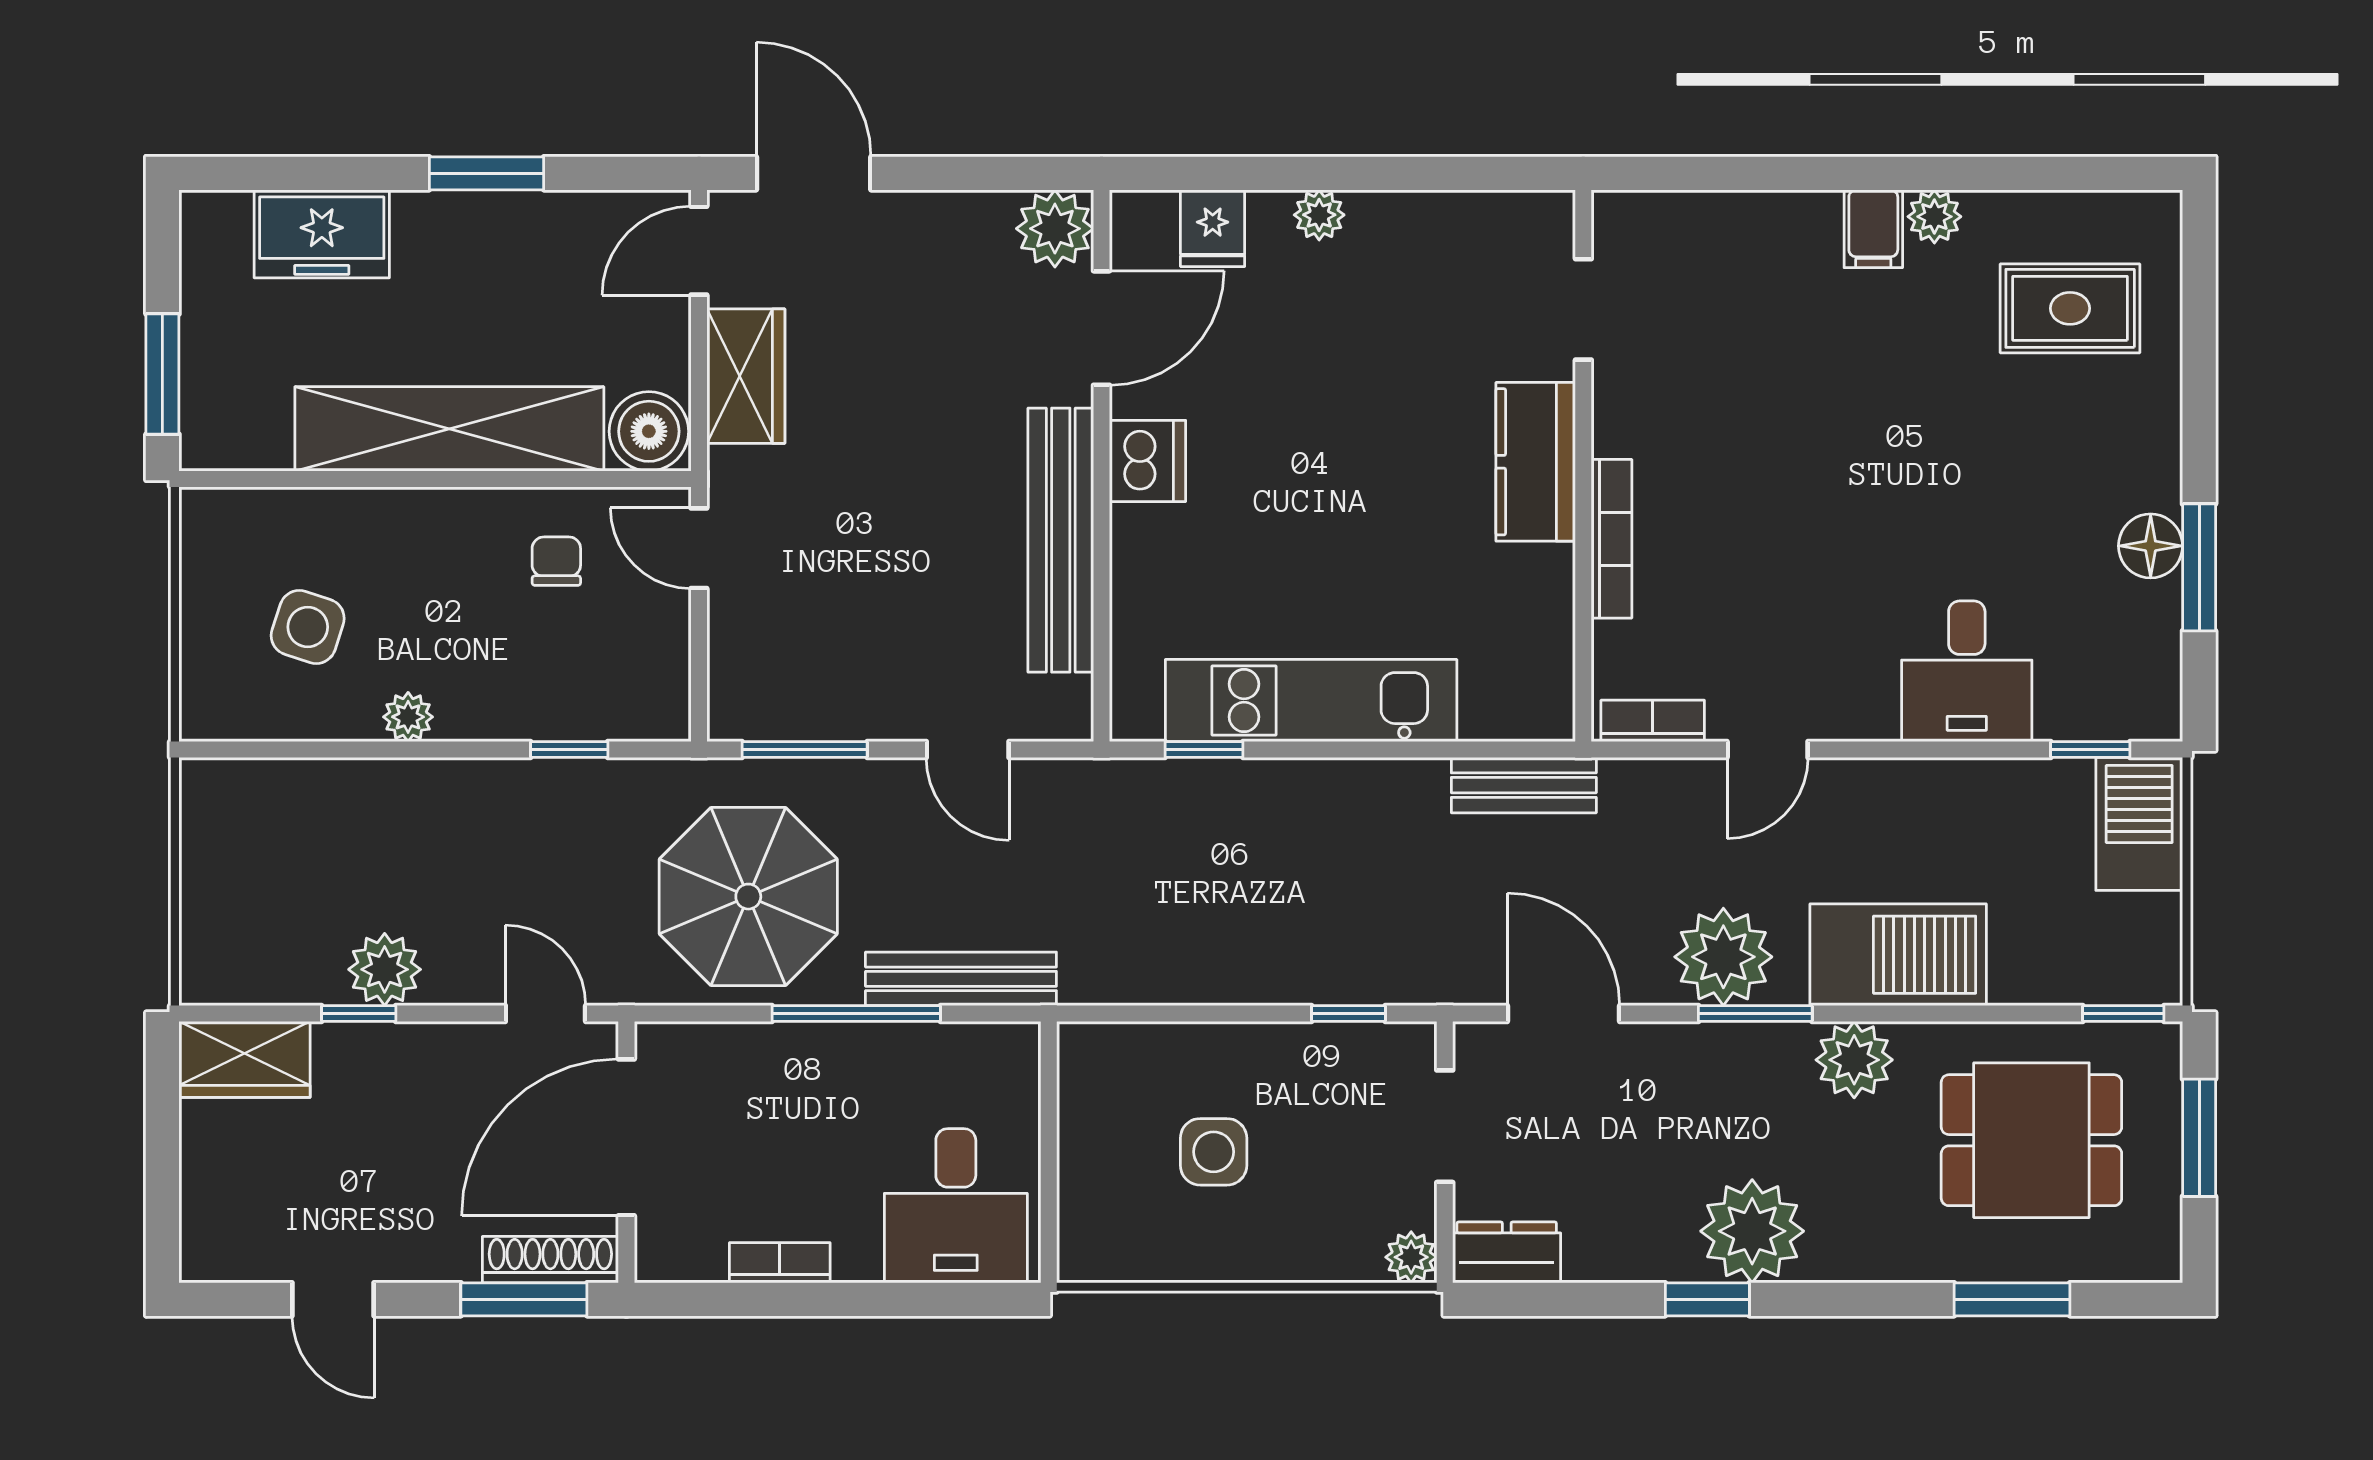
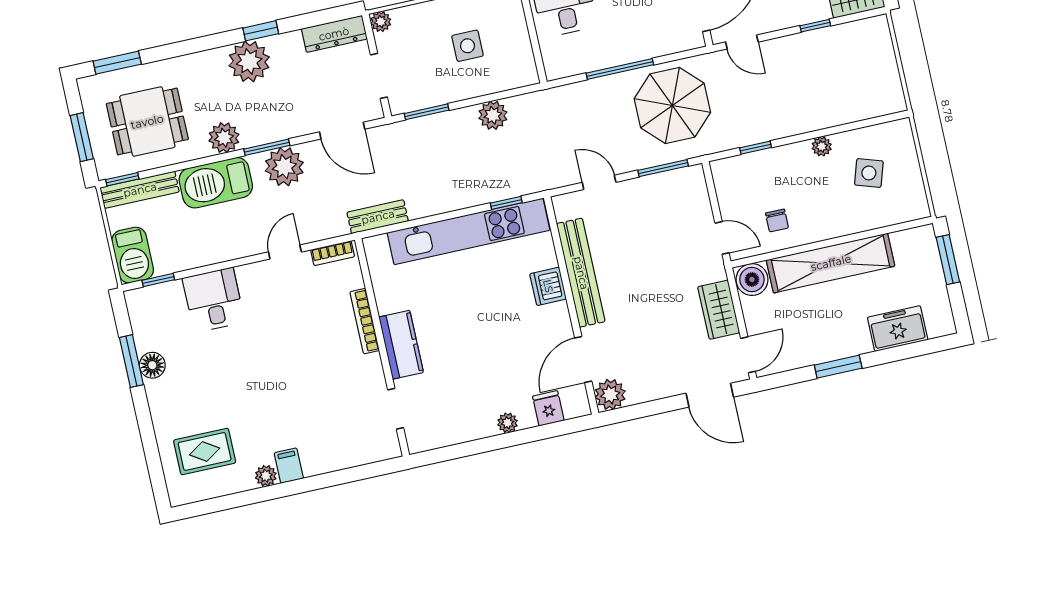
dishwasher: (1147, 461) -> (548, 286), moved
kitchen unit: (1311, 701) -> (469, 231), width x1.36
plant: (385, 969) -> (493, 115), moved
bench: (961, 979) -> (140, 190), moved
window: (1348, 1013) -> (427, 112), width x1.50
dresser: (1507, 1252) -> (334, 34), width x1.44
window: (2012, 1299) -> (117, 63), moved

